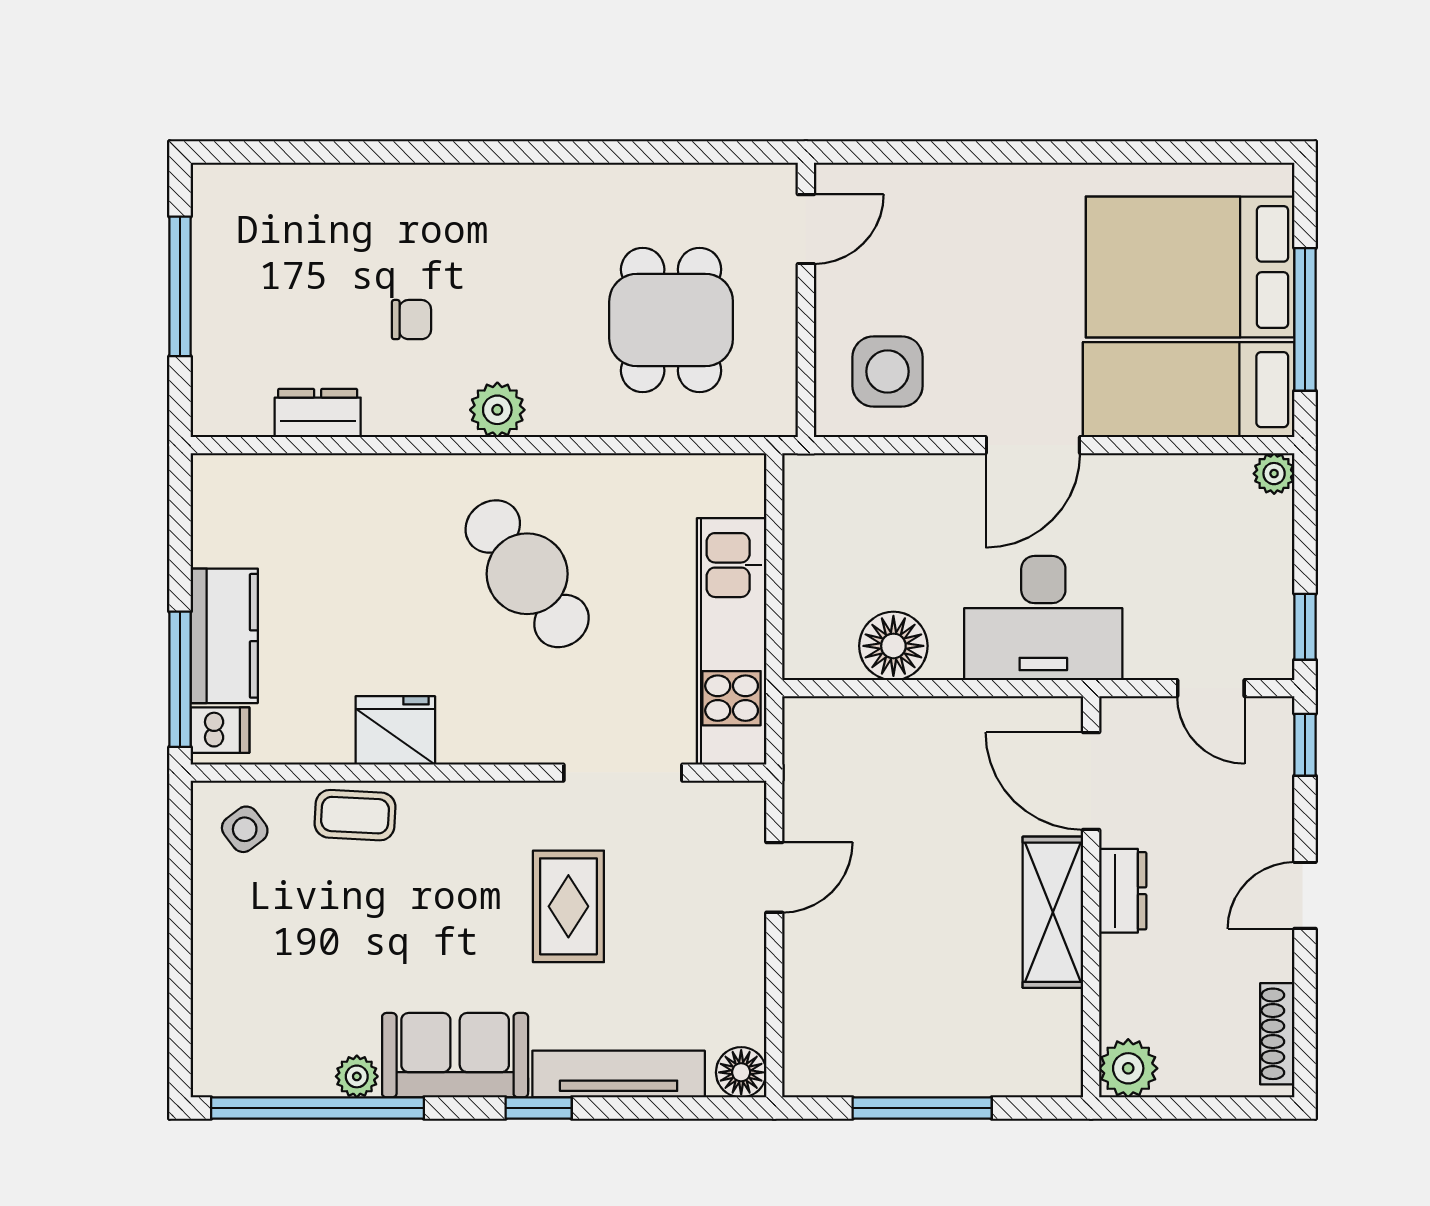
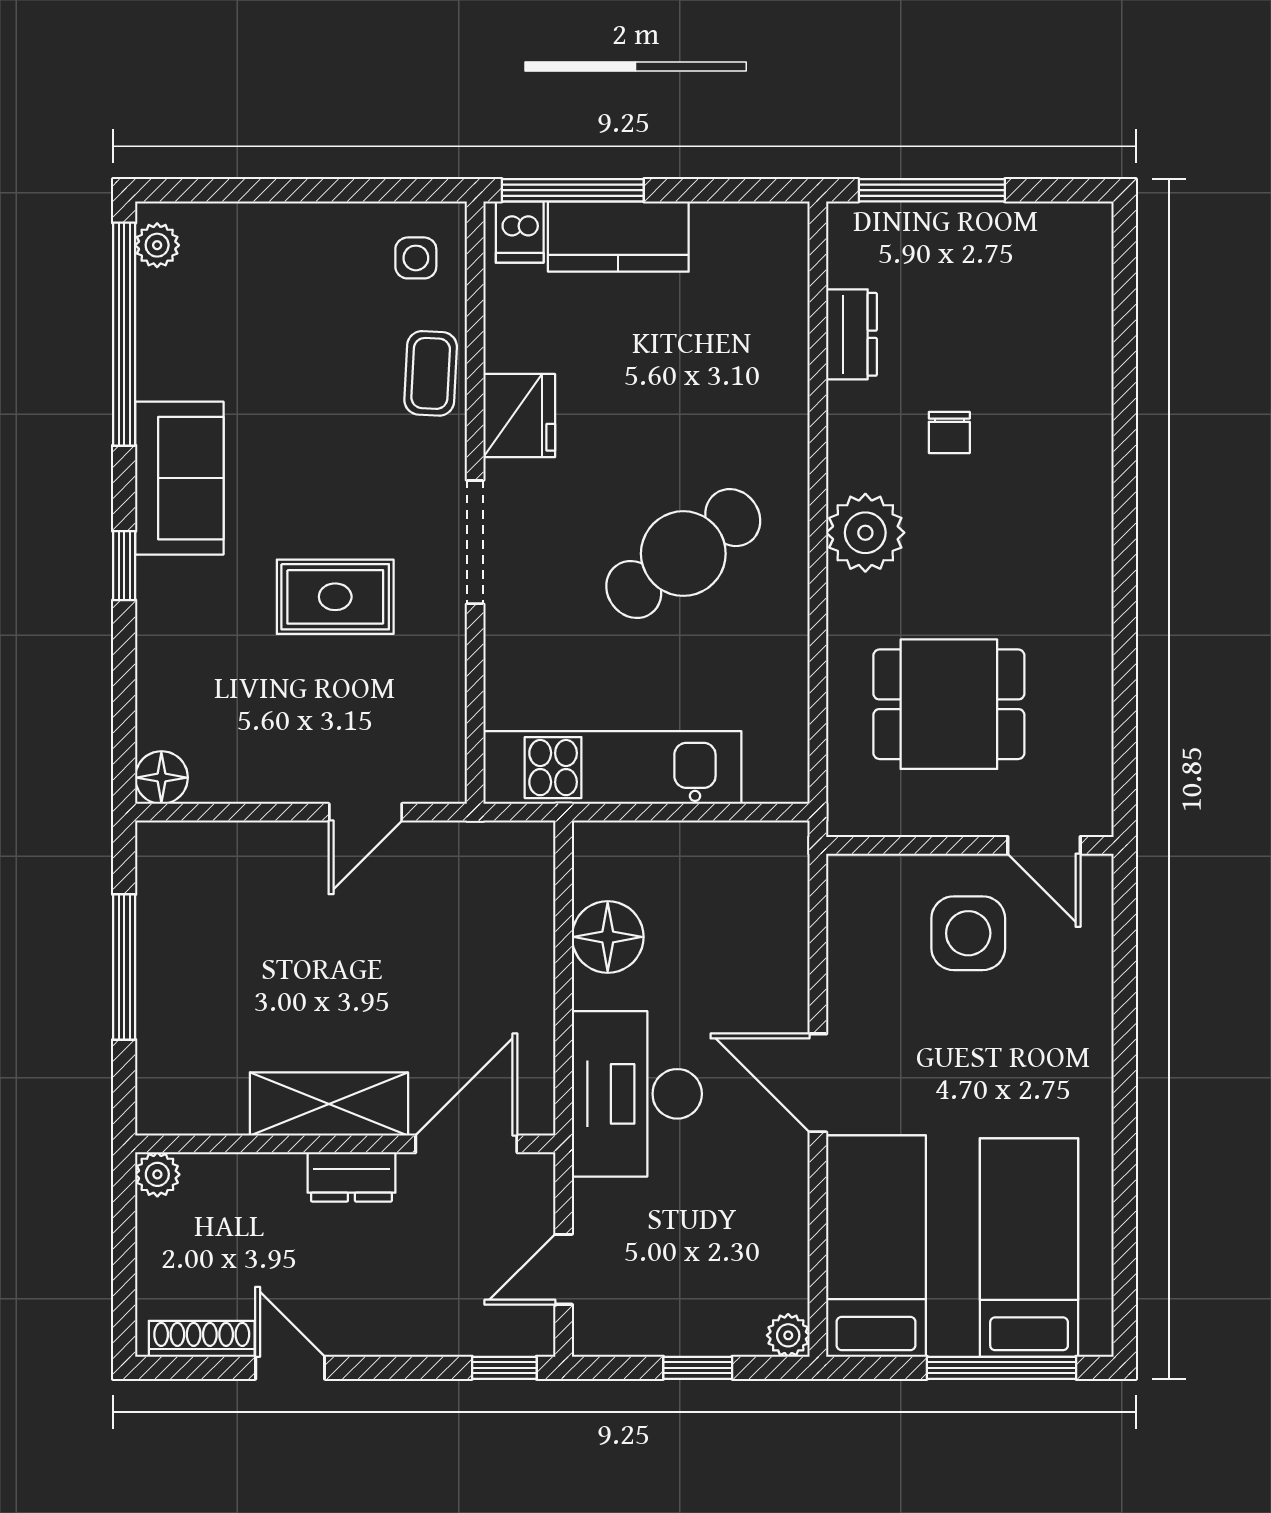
bed: (1190, 267) -> (1029, 1248), width x0.67
window: (180, 286) -> (932, 190), moved
window: (1305, 319) -> (1001, 1368), moved
side table: (888, 371) -> (968, 933), moved
plant: (497, 410) -> (865, 533), width x1.36, depth x1.36
window: (1305, 627) -> (698, 1368), moved
doorway: (623, 773) -> (475, 542), moved
side table: (245, 829) -> (416, 258), turned 37
door: (774, 877) -> (365, 812), hinge flipped
door: (1305, 895) -> (290, 1368), moved
plant: (1128, 1068) -> (157, 1174), width x0.73, depth x0.73
tv unit: (619, 1074) -> (160, 649), removed
plant: (357, 1076) -> (157, 245), moved

